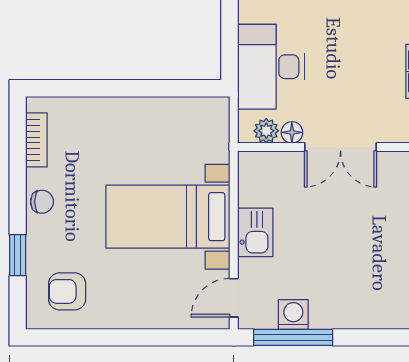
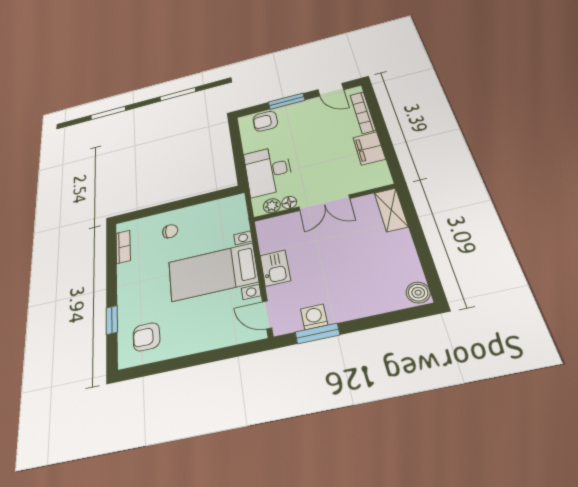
chair: (42, 202) -> (170, 231), moved
door: (234, 298) -> (267, 315), hinge flipped
window: (293, 337) -> (317, 334), width x0.69

